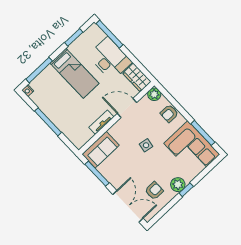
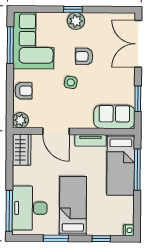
window: (74, 37) -> (56, 238), moved
desk: (110, 59) -> (30, 208), moved
window: (39, 70) -> (101, 239), width x0.46
window: (48, 122) -> (137, 170), moved
bed: (70, 125) -> (121, 165), added
window: (97, 174) -> (138, 99), width x0.69
armchair: (154, 191) -> (84, 56), moved

